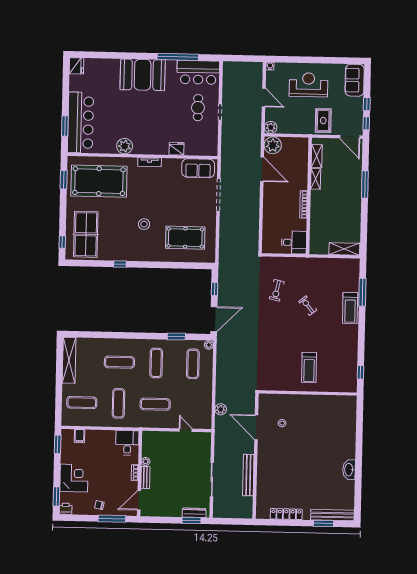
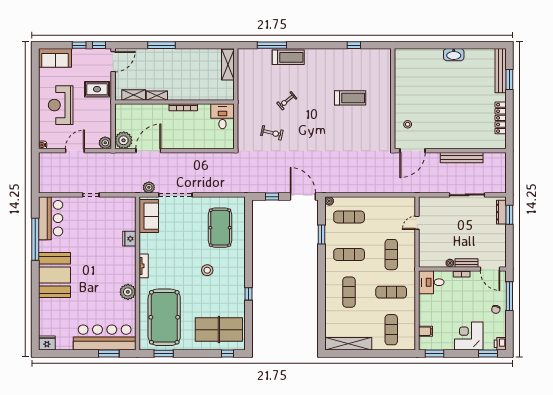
cafe table: (198, 108) -> (87, 218), removed
wall: (308, 393) -> (393, 99), moved
plant: (221, 409) -> (149, 187), moved

